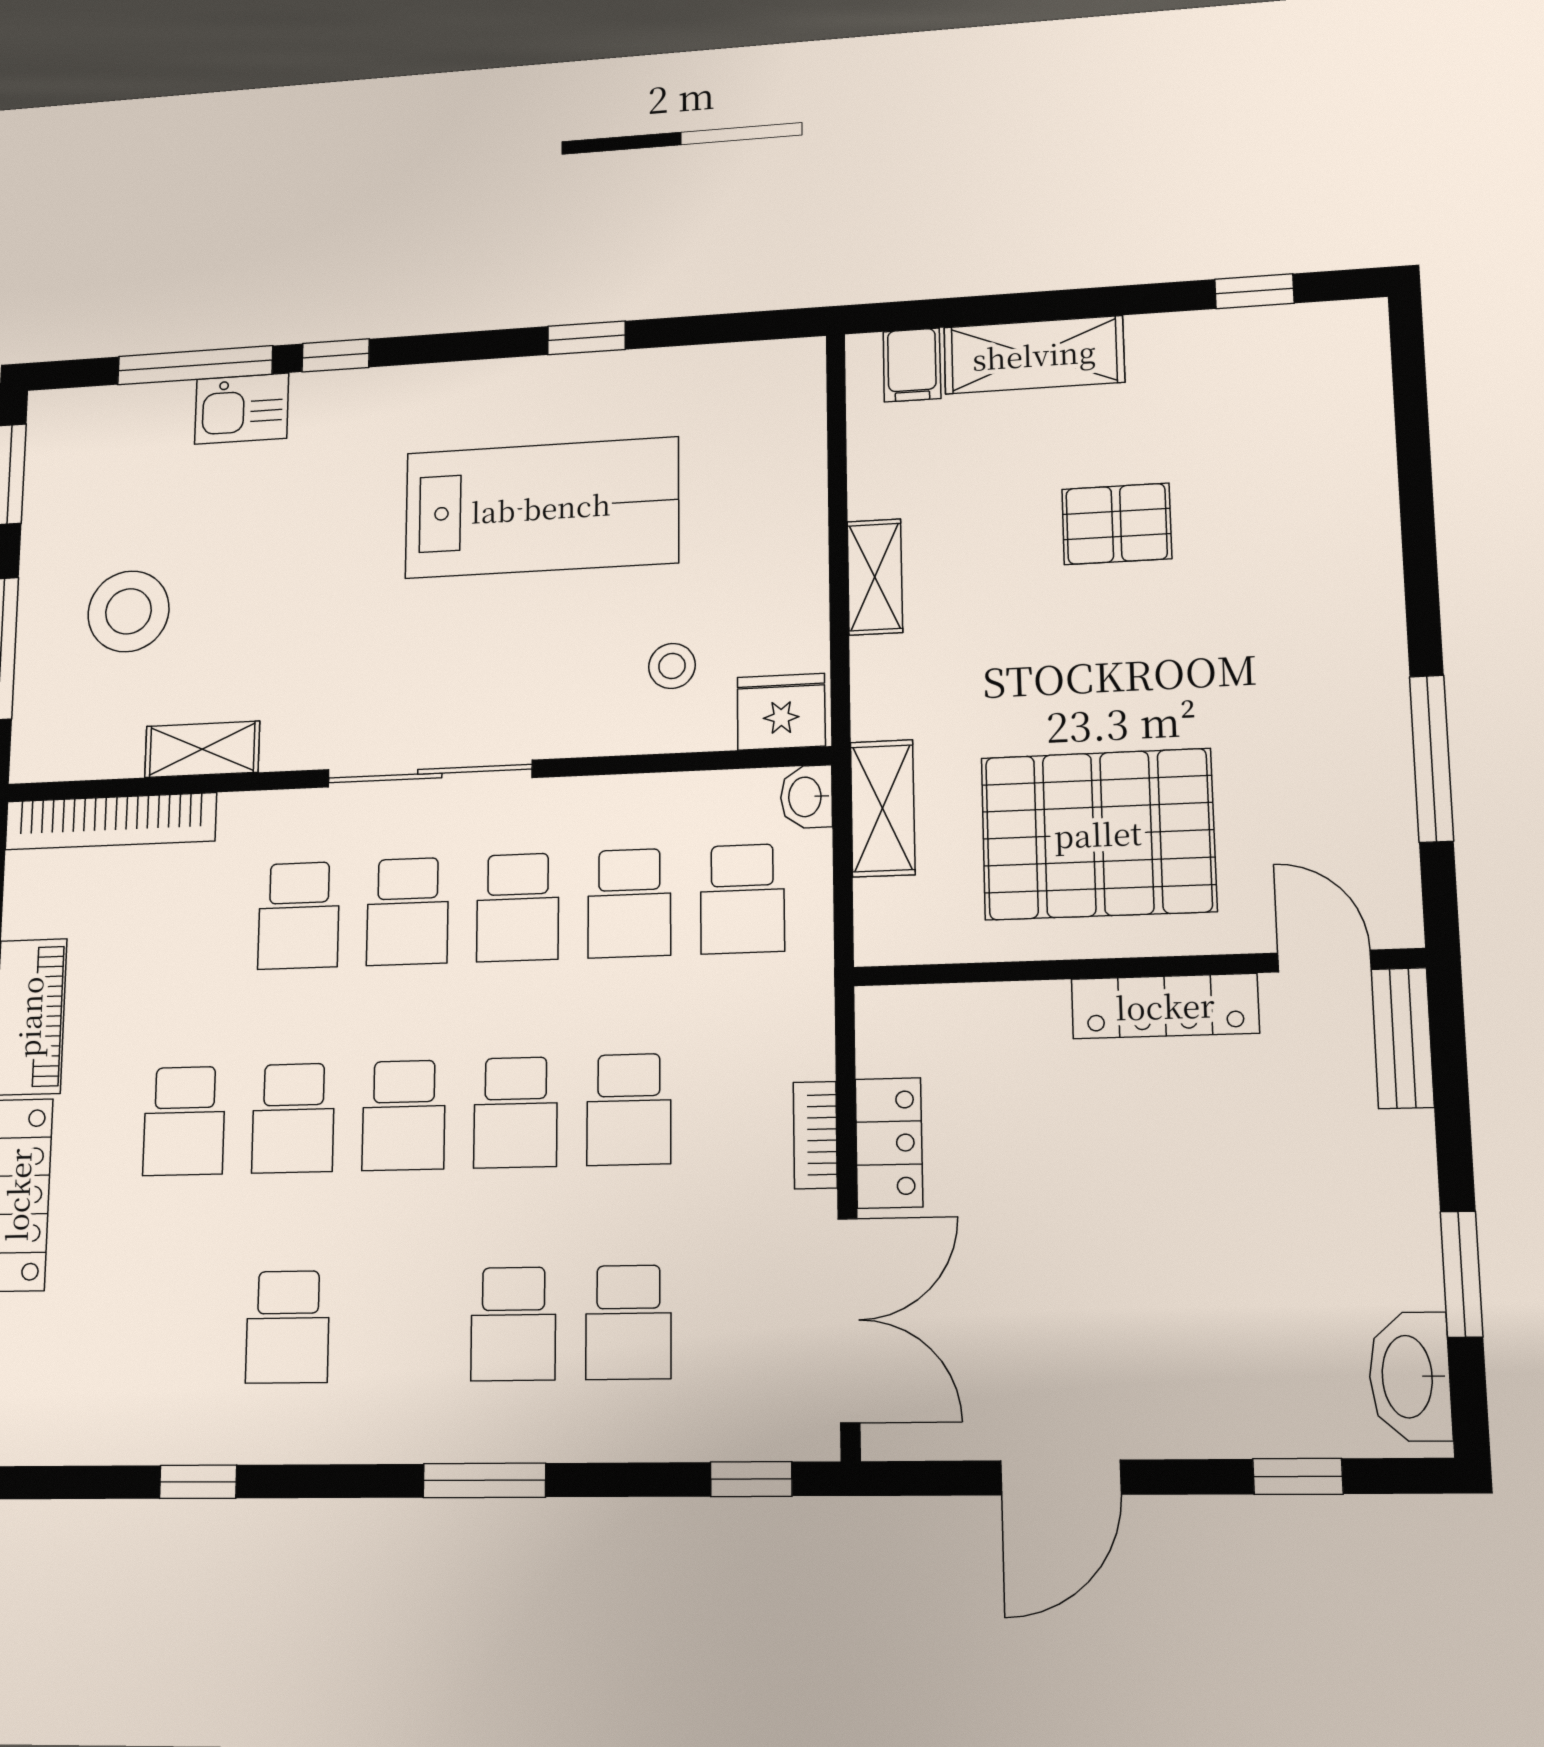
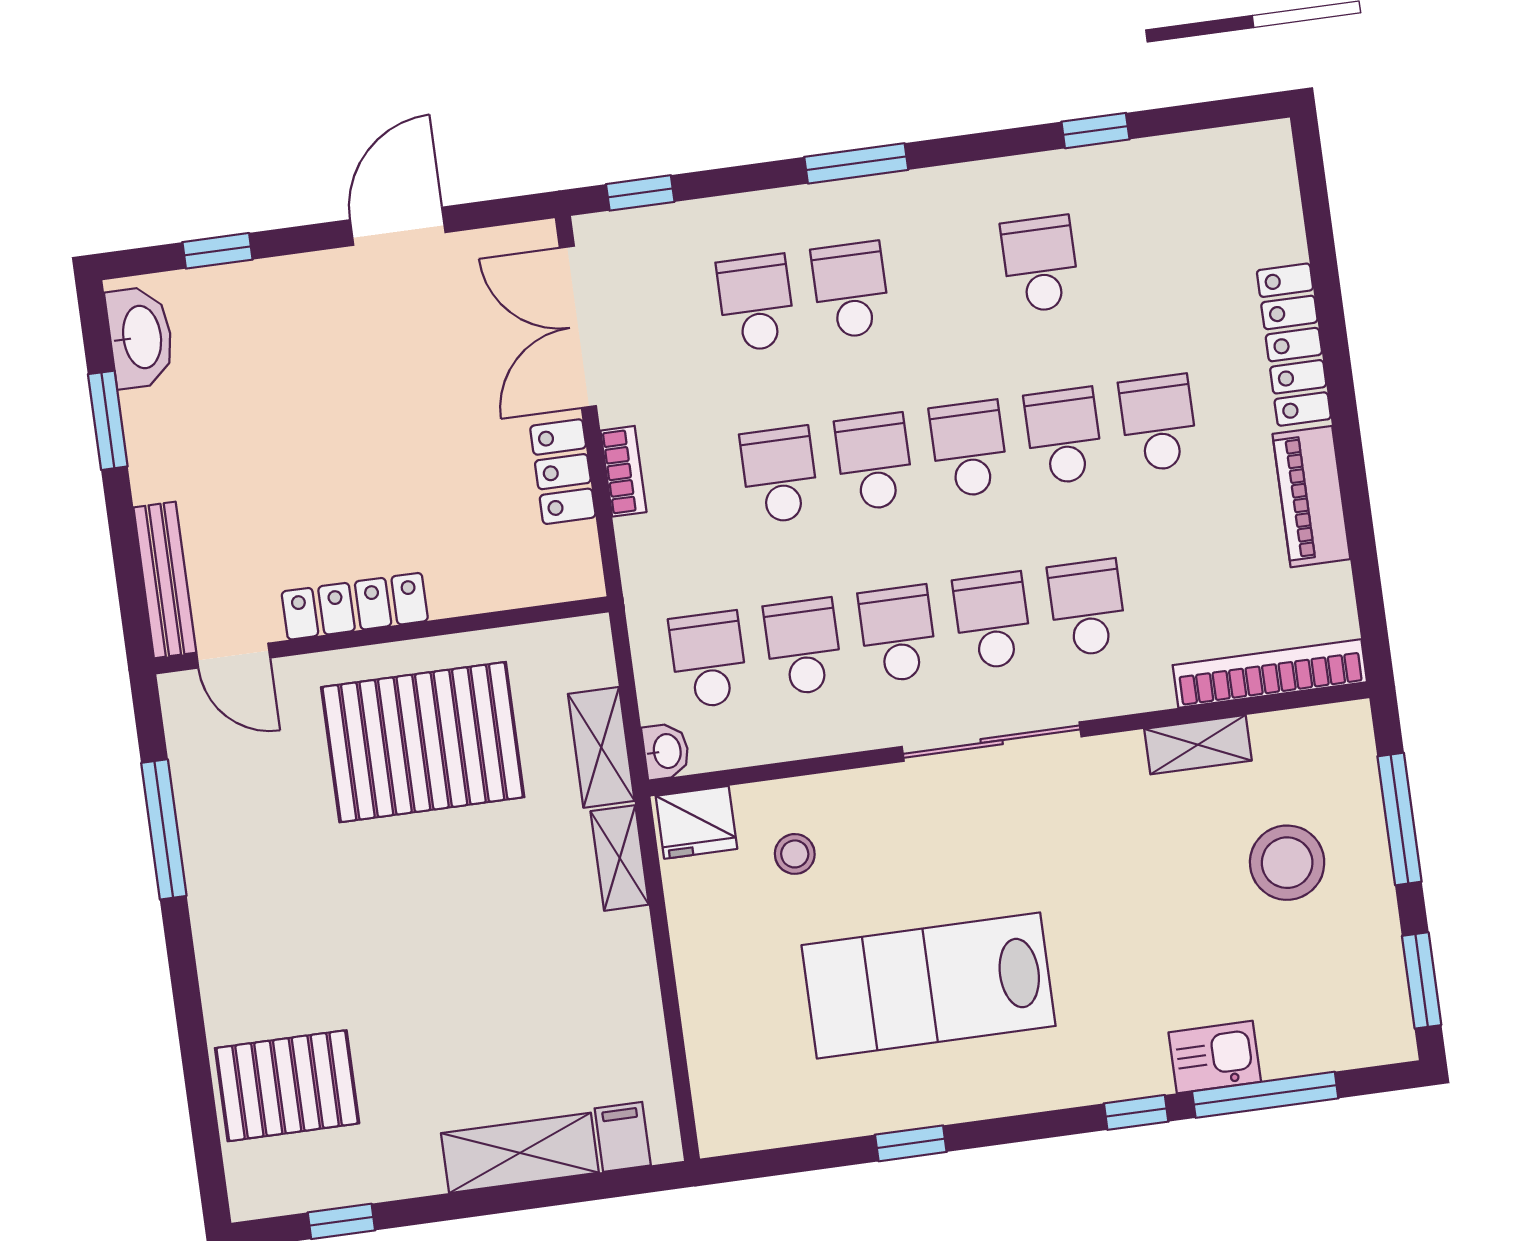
pallet: (1117, 524) -> (287, 1086), moved, width x1.50, depth x1.42
shelving: (875, 577) -> (620, 858), moved
bench: (1403, 1038) -> (165, 580), width x1.36

